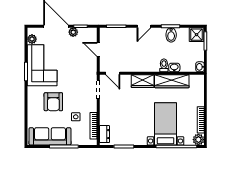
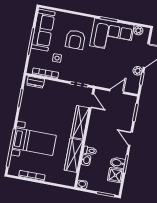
shower: (197, 35) -> (115, 175), moved
door: (113, 73) -> (92, 101), swing flipped
wardrobe: (143, 81) -> (80, 122), width x1.50
armchair: (53, 102) -> (75, 40), turned -90
plant: (198, 140) -> (14, 170), removed

